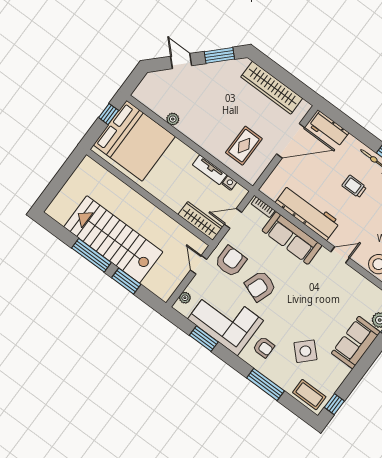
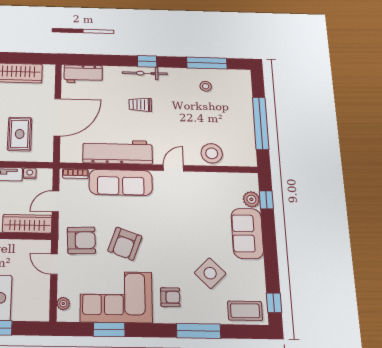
door: (291, 141) -> (57, 117), moved
armchair: (231, 261) -> (81, 240), turned 88

